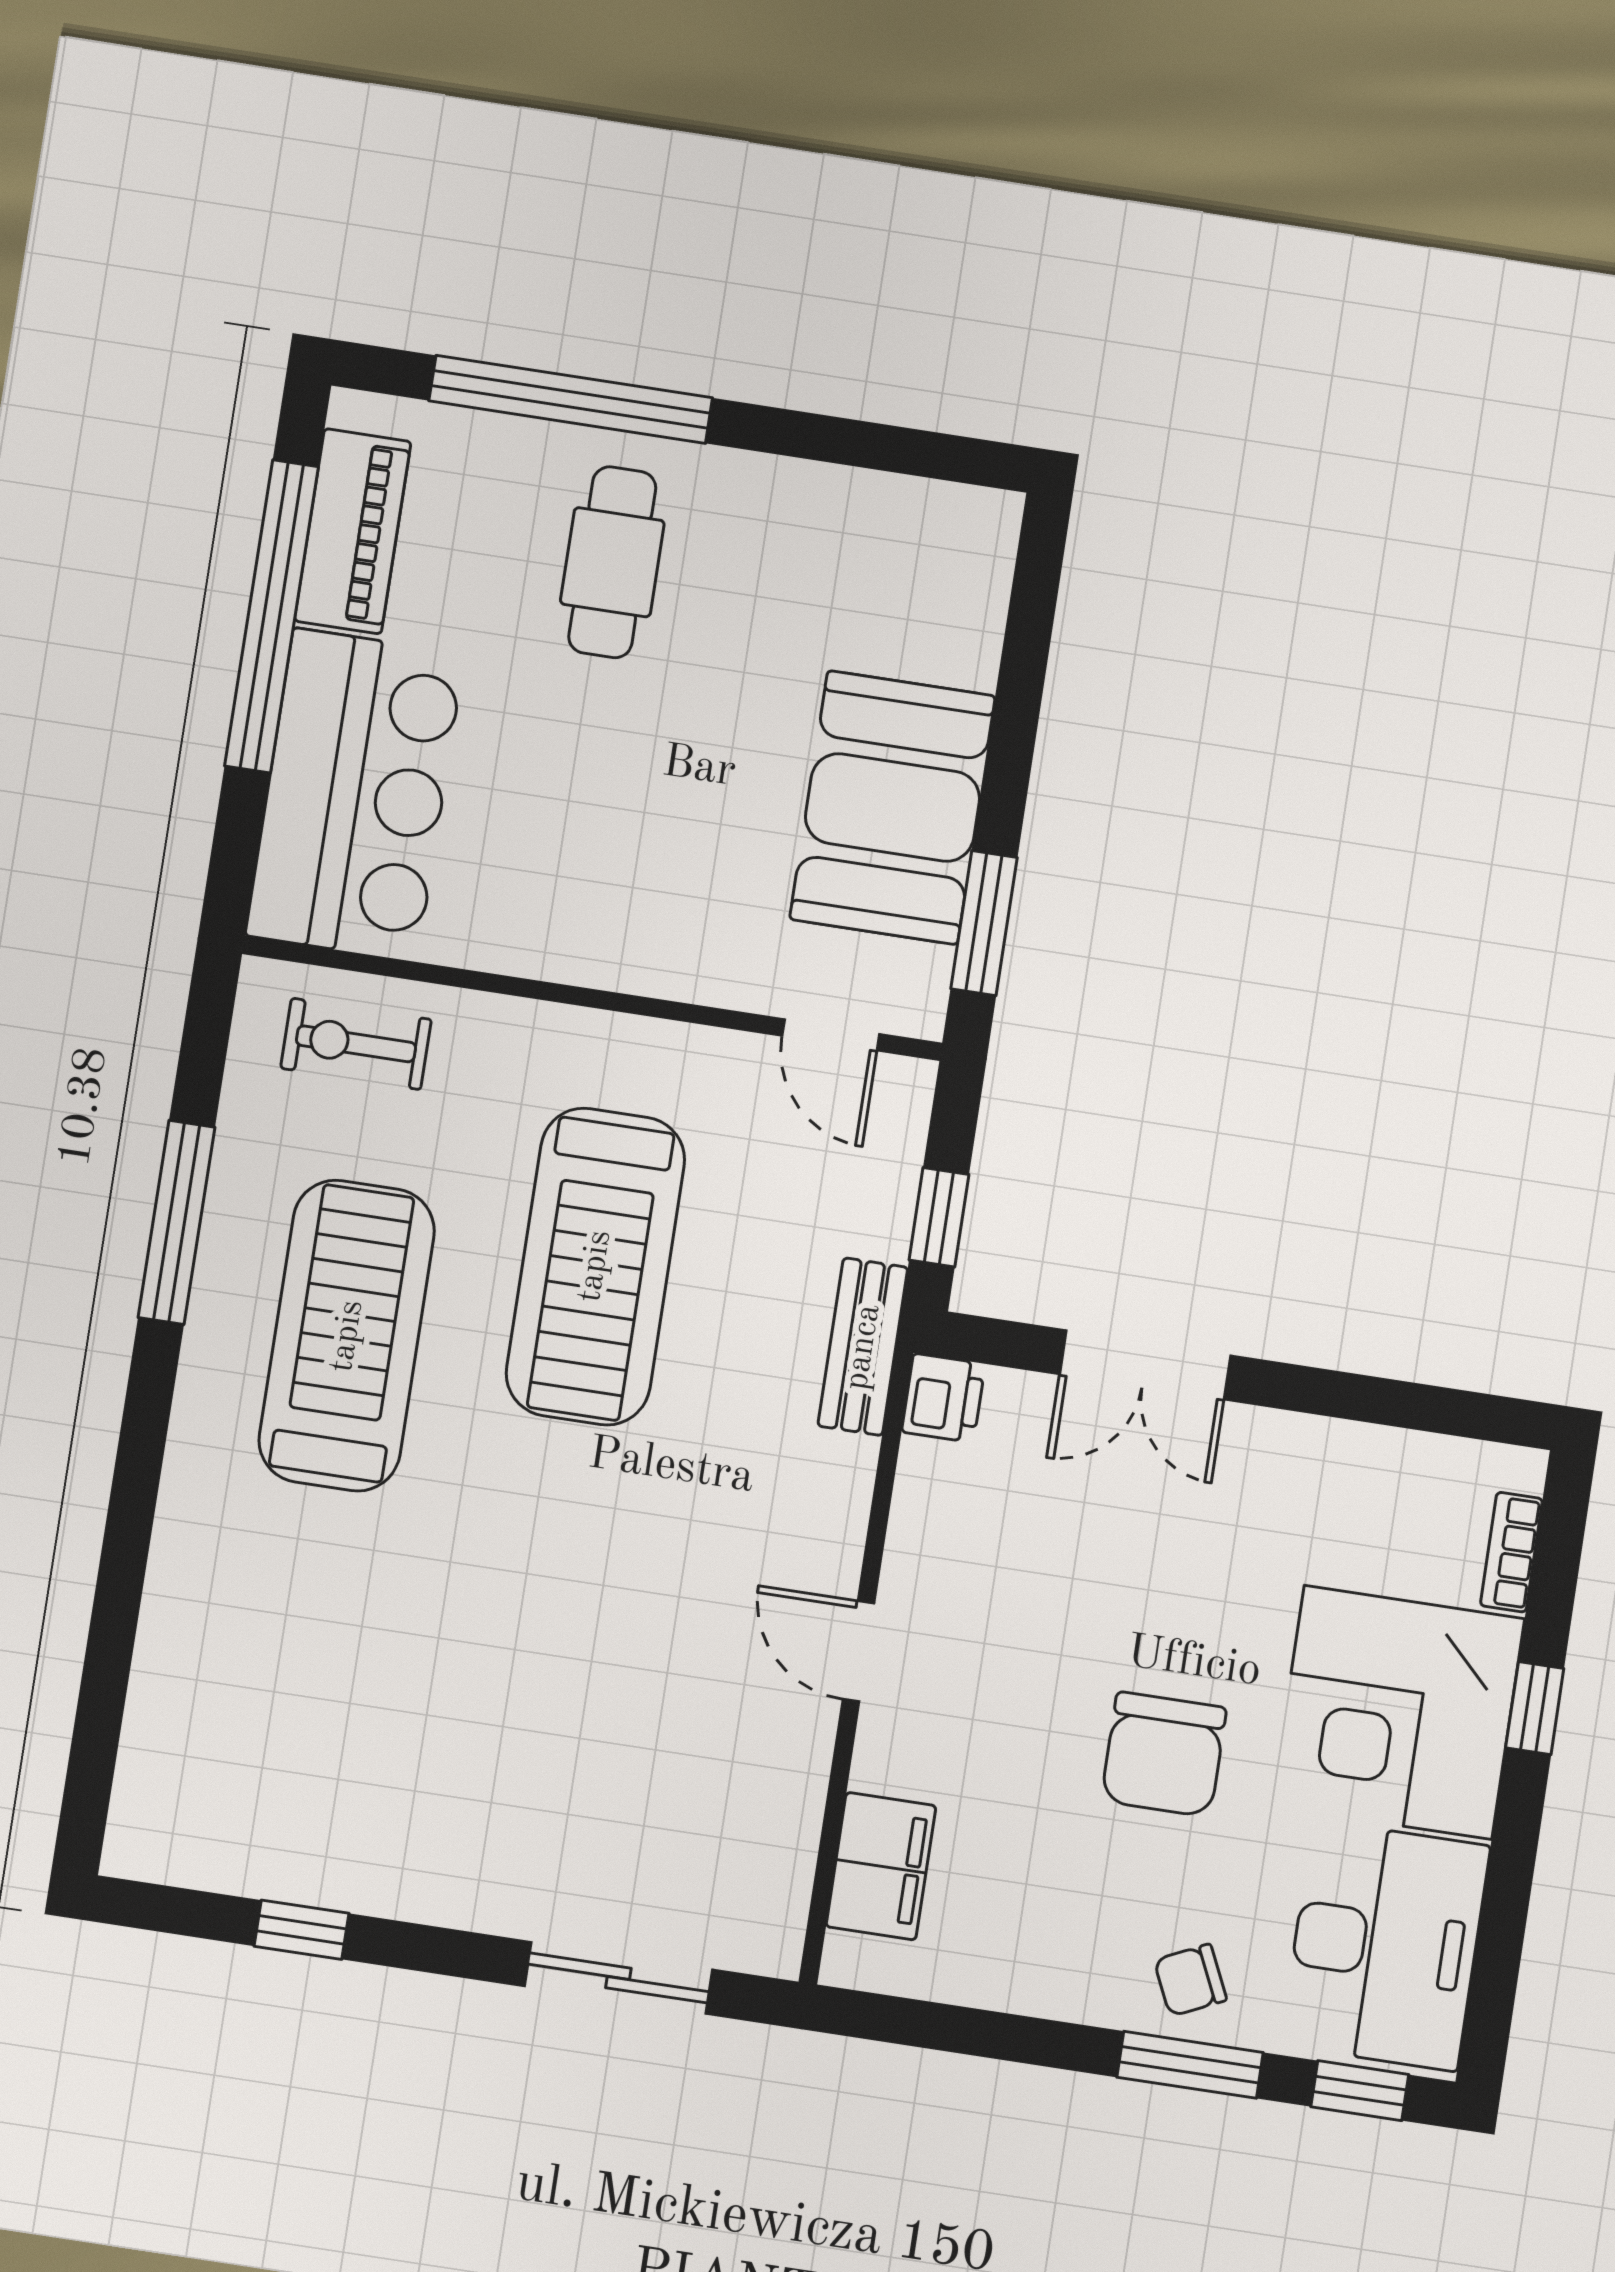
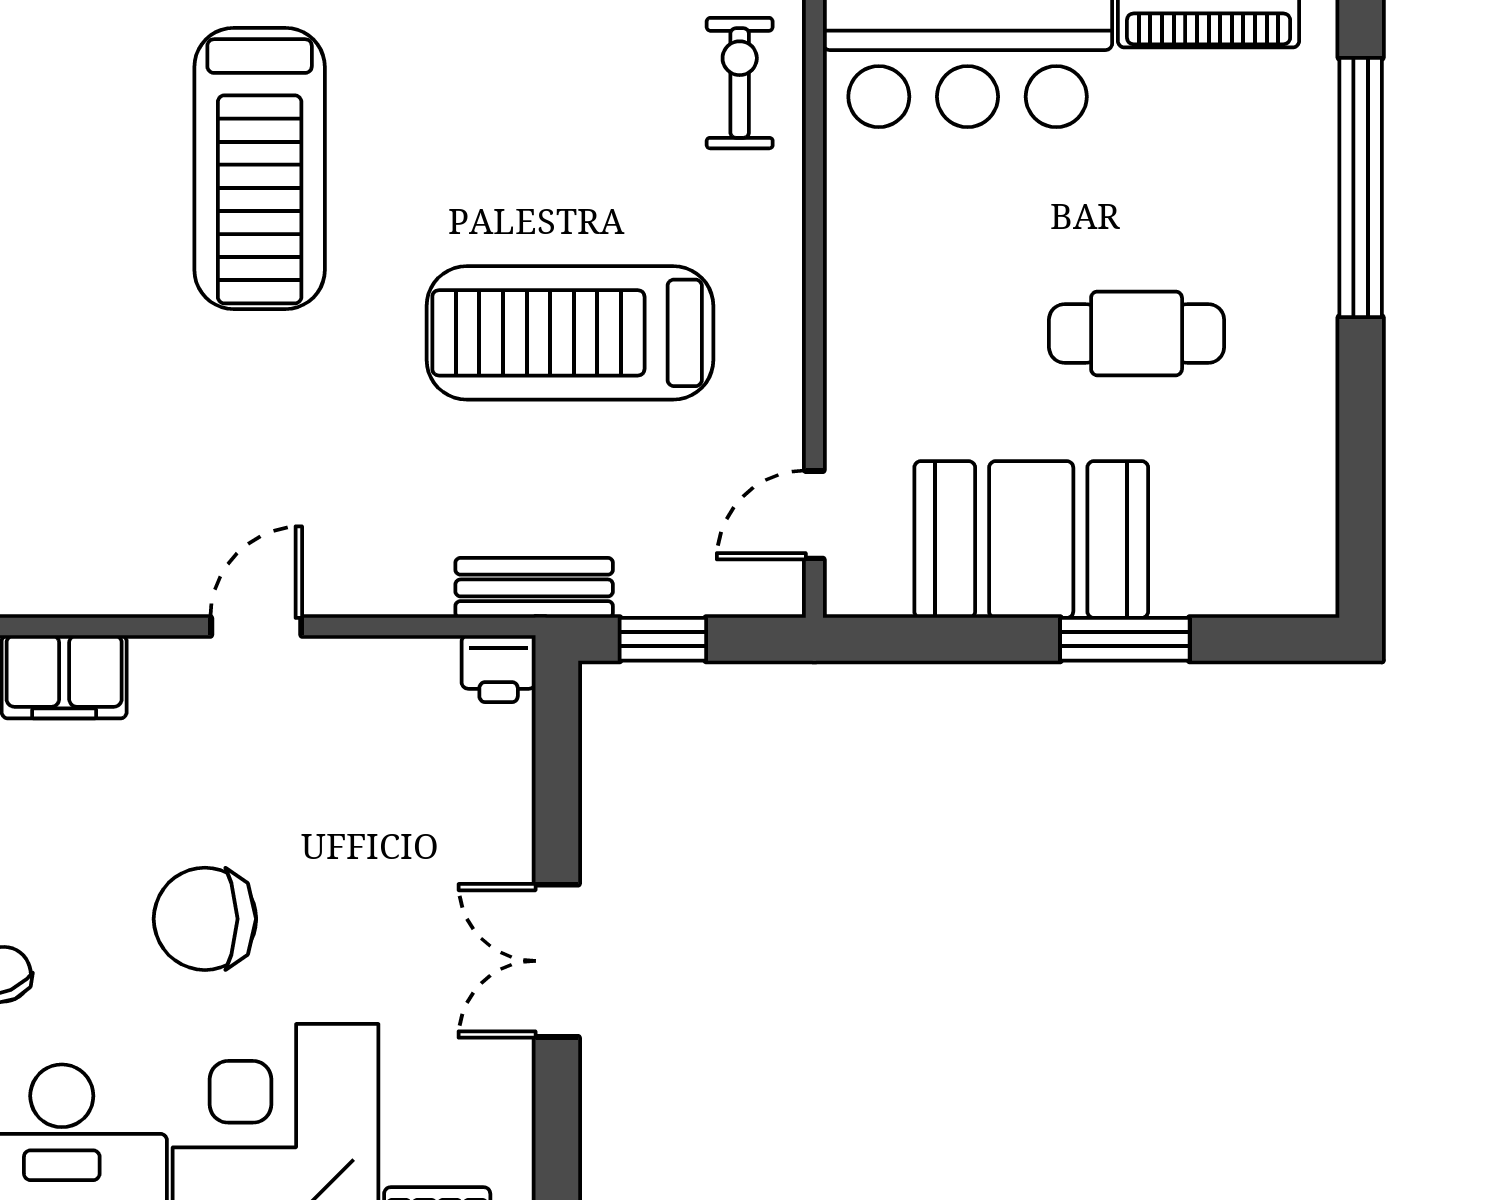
cafe table: (612, 562) -> (1137, 333), moved
window: (984, 923) -> (1125, 639), moved
treadmill: (347, 1336) -> (260, 168), moved, turned 90
double door: (1145, 1365) -> (557, 961), moved

